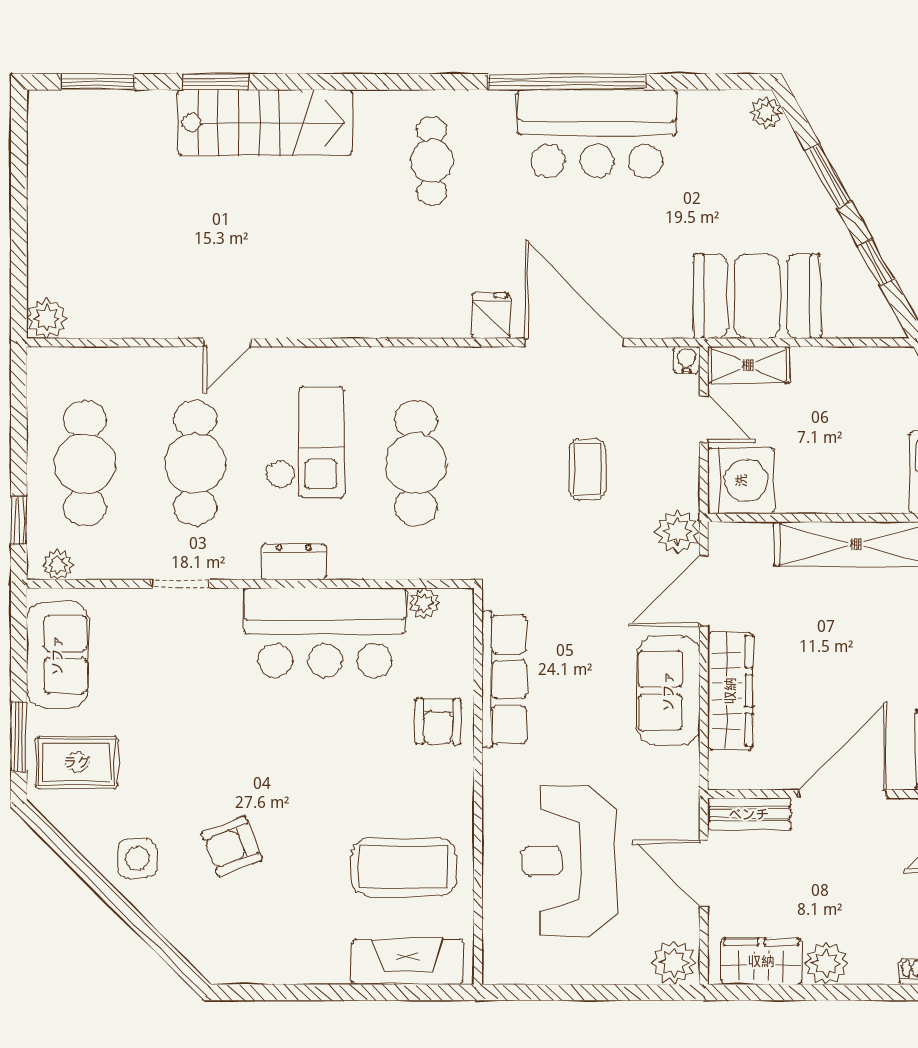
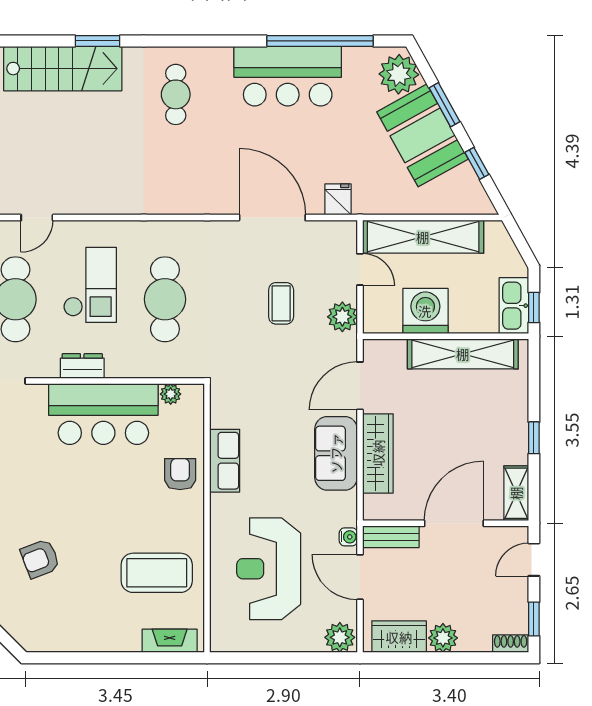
window: (216, 82) -> (98, 41), moved
window: (566, 82) -> (320, 41), moved
plant: (766, 112) -> (399, 74), width x1.88, depth x1.88
booth: (757, 296) -> (422, 135), moved, turned 61
fridge: (491, 316) -> (338, 199), moved
water cooler: (686, 360) -> (348, 537), moved, turned 90
shelving: (748, 365) -> (423, 237), width x2.20, depth x1.33
washing machine: (741, 480) -> (425, 311), moved, turned -90
plant: (678, 532) -> (342, 317), moved
row of seats: (504, 679) -> (225, 461), width x0.68
armchair: (438, 721) -> (180, 474), turned 180
fireplace: (408, 962) -> (170, 641), width x0.73, depth x0.76

